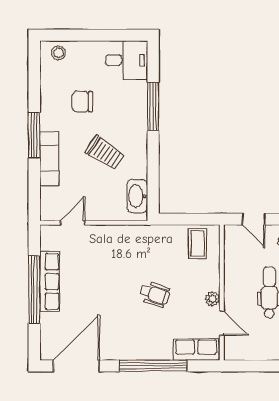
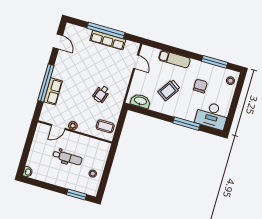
desk: (127, 60) -> (212, 115), width x1.37
window: (34, 135) -> (215, 62), moved
door: (254, 219) -> (110, 161), removed
wheelchair: (155, 294) -> (101, 94), moved
row of seats: (196, 350) -> (53, 91), moved
door: (77, 366) -> (58, 41), width x0.53

